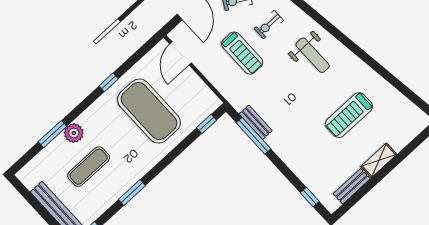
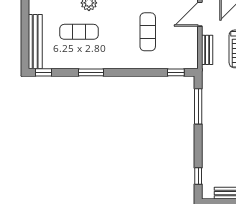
exercise mat: (149, 111) -> (148, 32), width x0.50, depth x0.69
bench: (256, 122) -> (207, 50), moved

